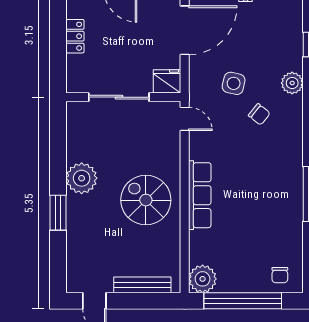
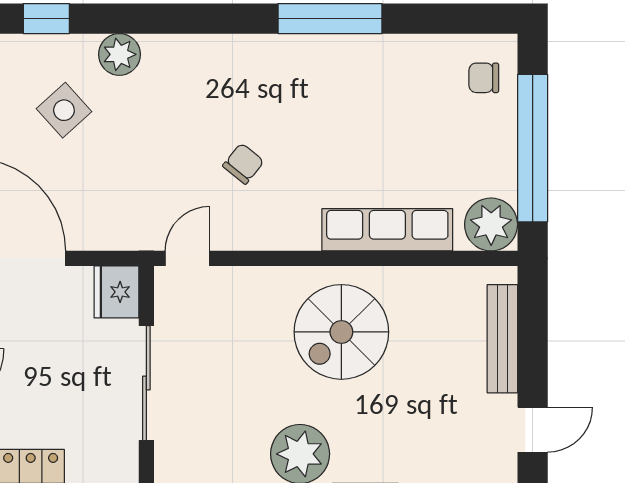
side table: (234, 83) -> (64, 110), moved, turned 35
chair: (259, 114) -> (243, 164), moved
row of seats: (200, 195) -> (387, 230), moved
chair: (280, 275) -> (484, 78), turned 180

